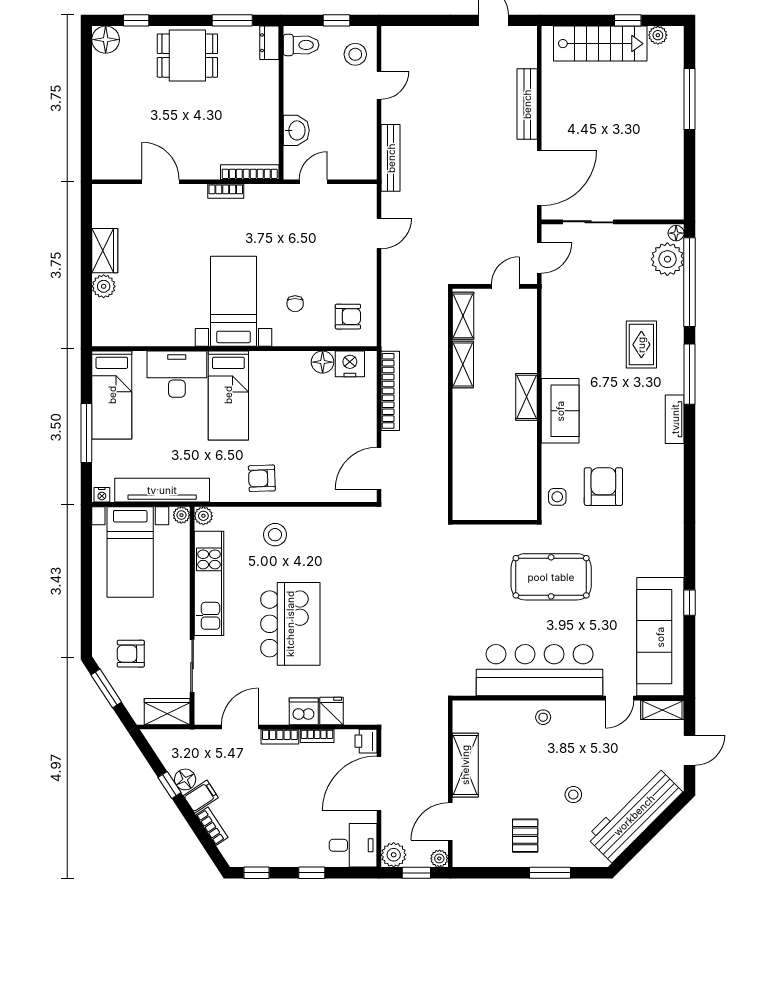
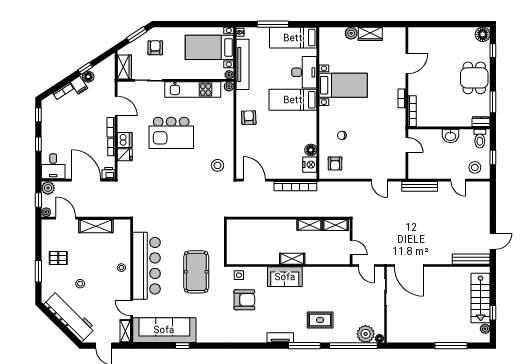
bench: (527, 104) -> (471, 259), moved
washbasin: (296, 130) -> (451, 136), moved
bed with nightstands: (234, 301) -> (343, 85), moved
stool: (275, 535) -> (218, 165), moved

